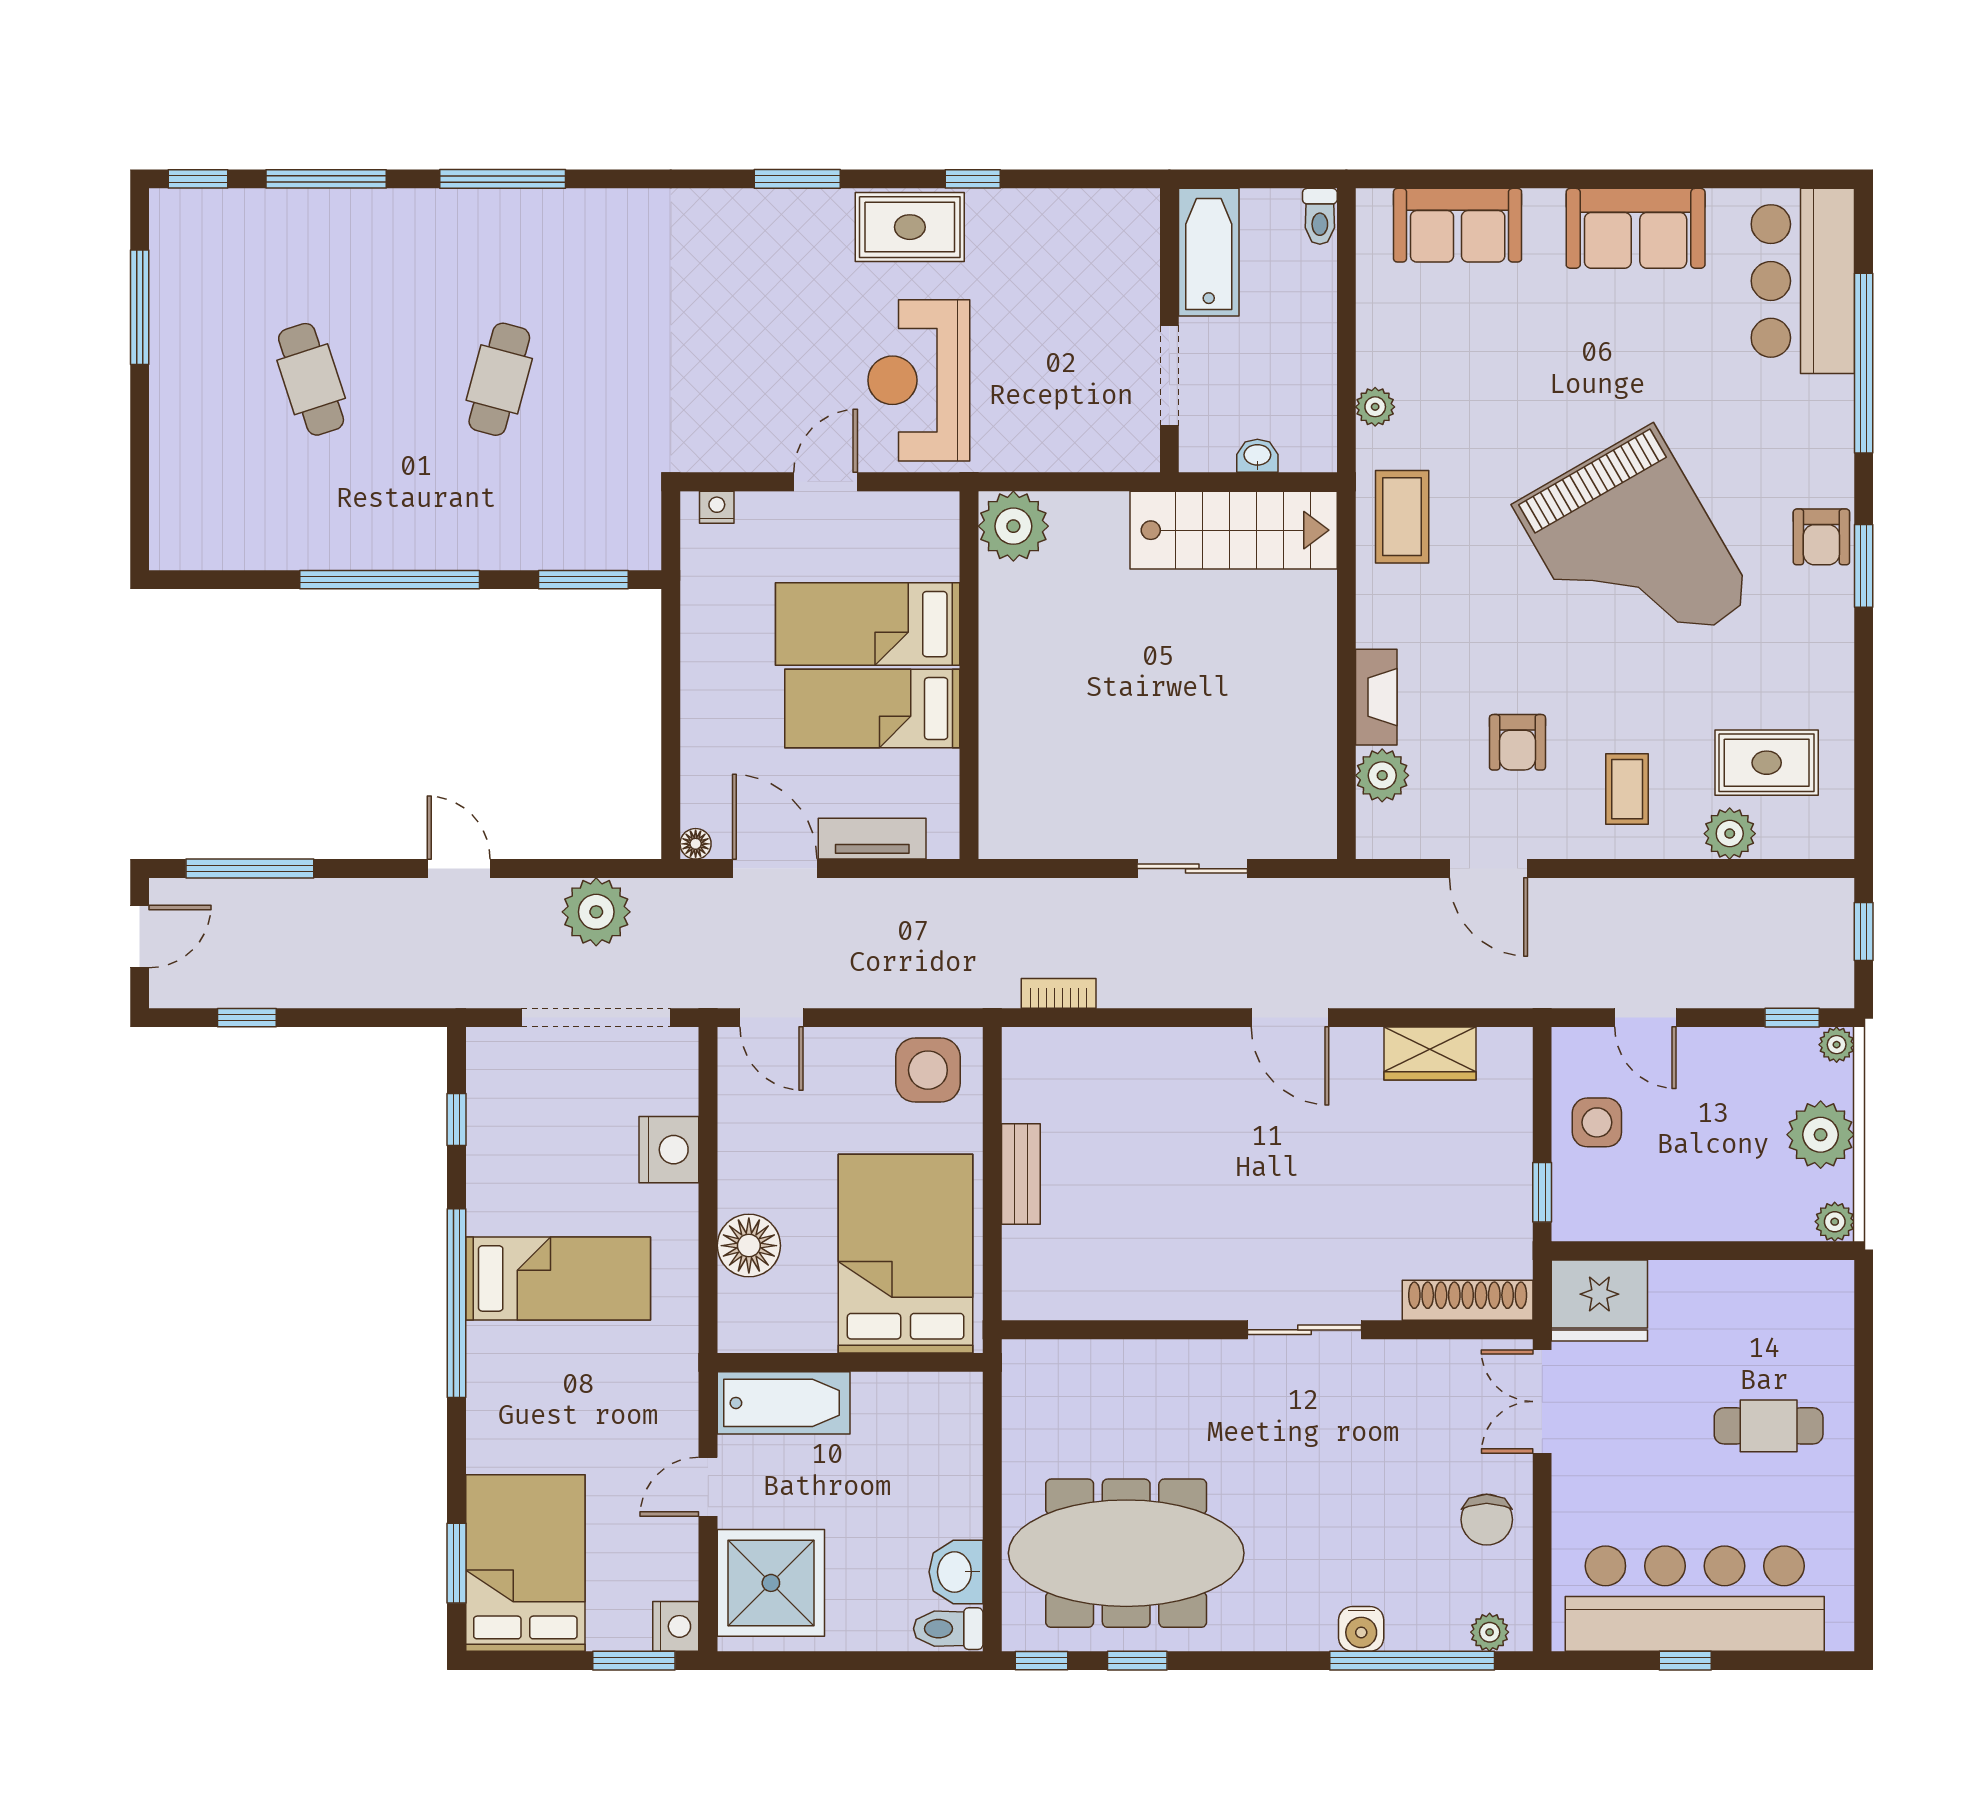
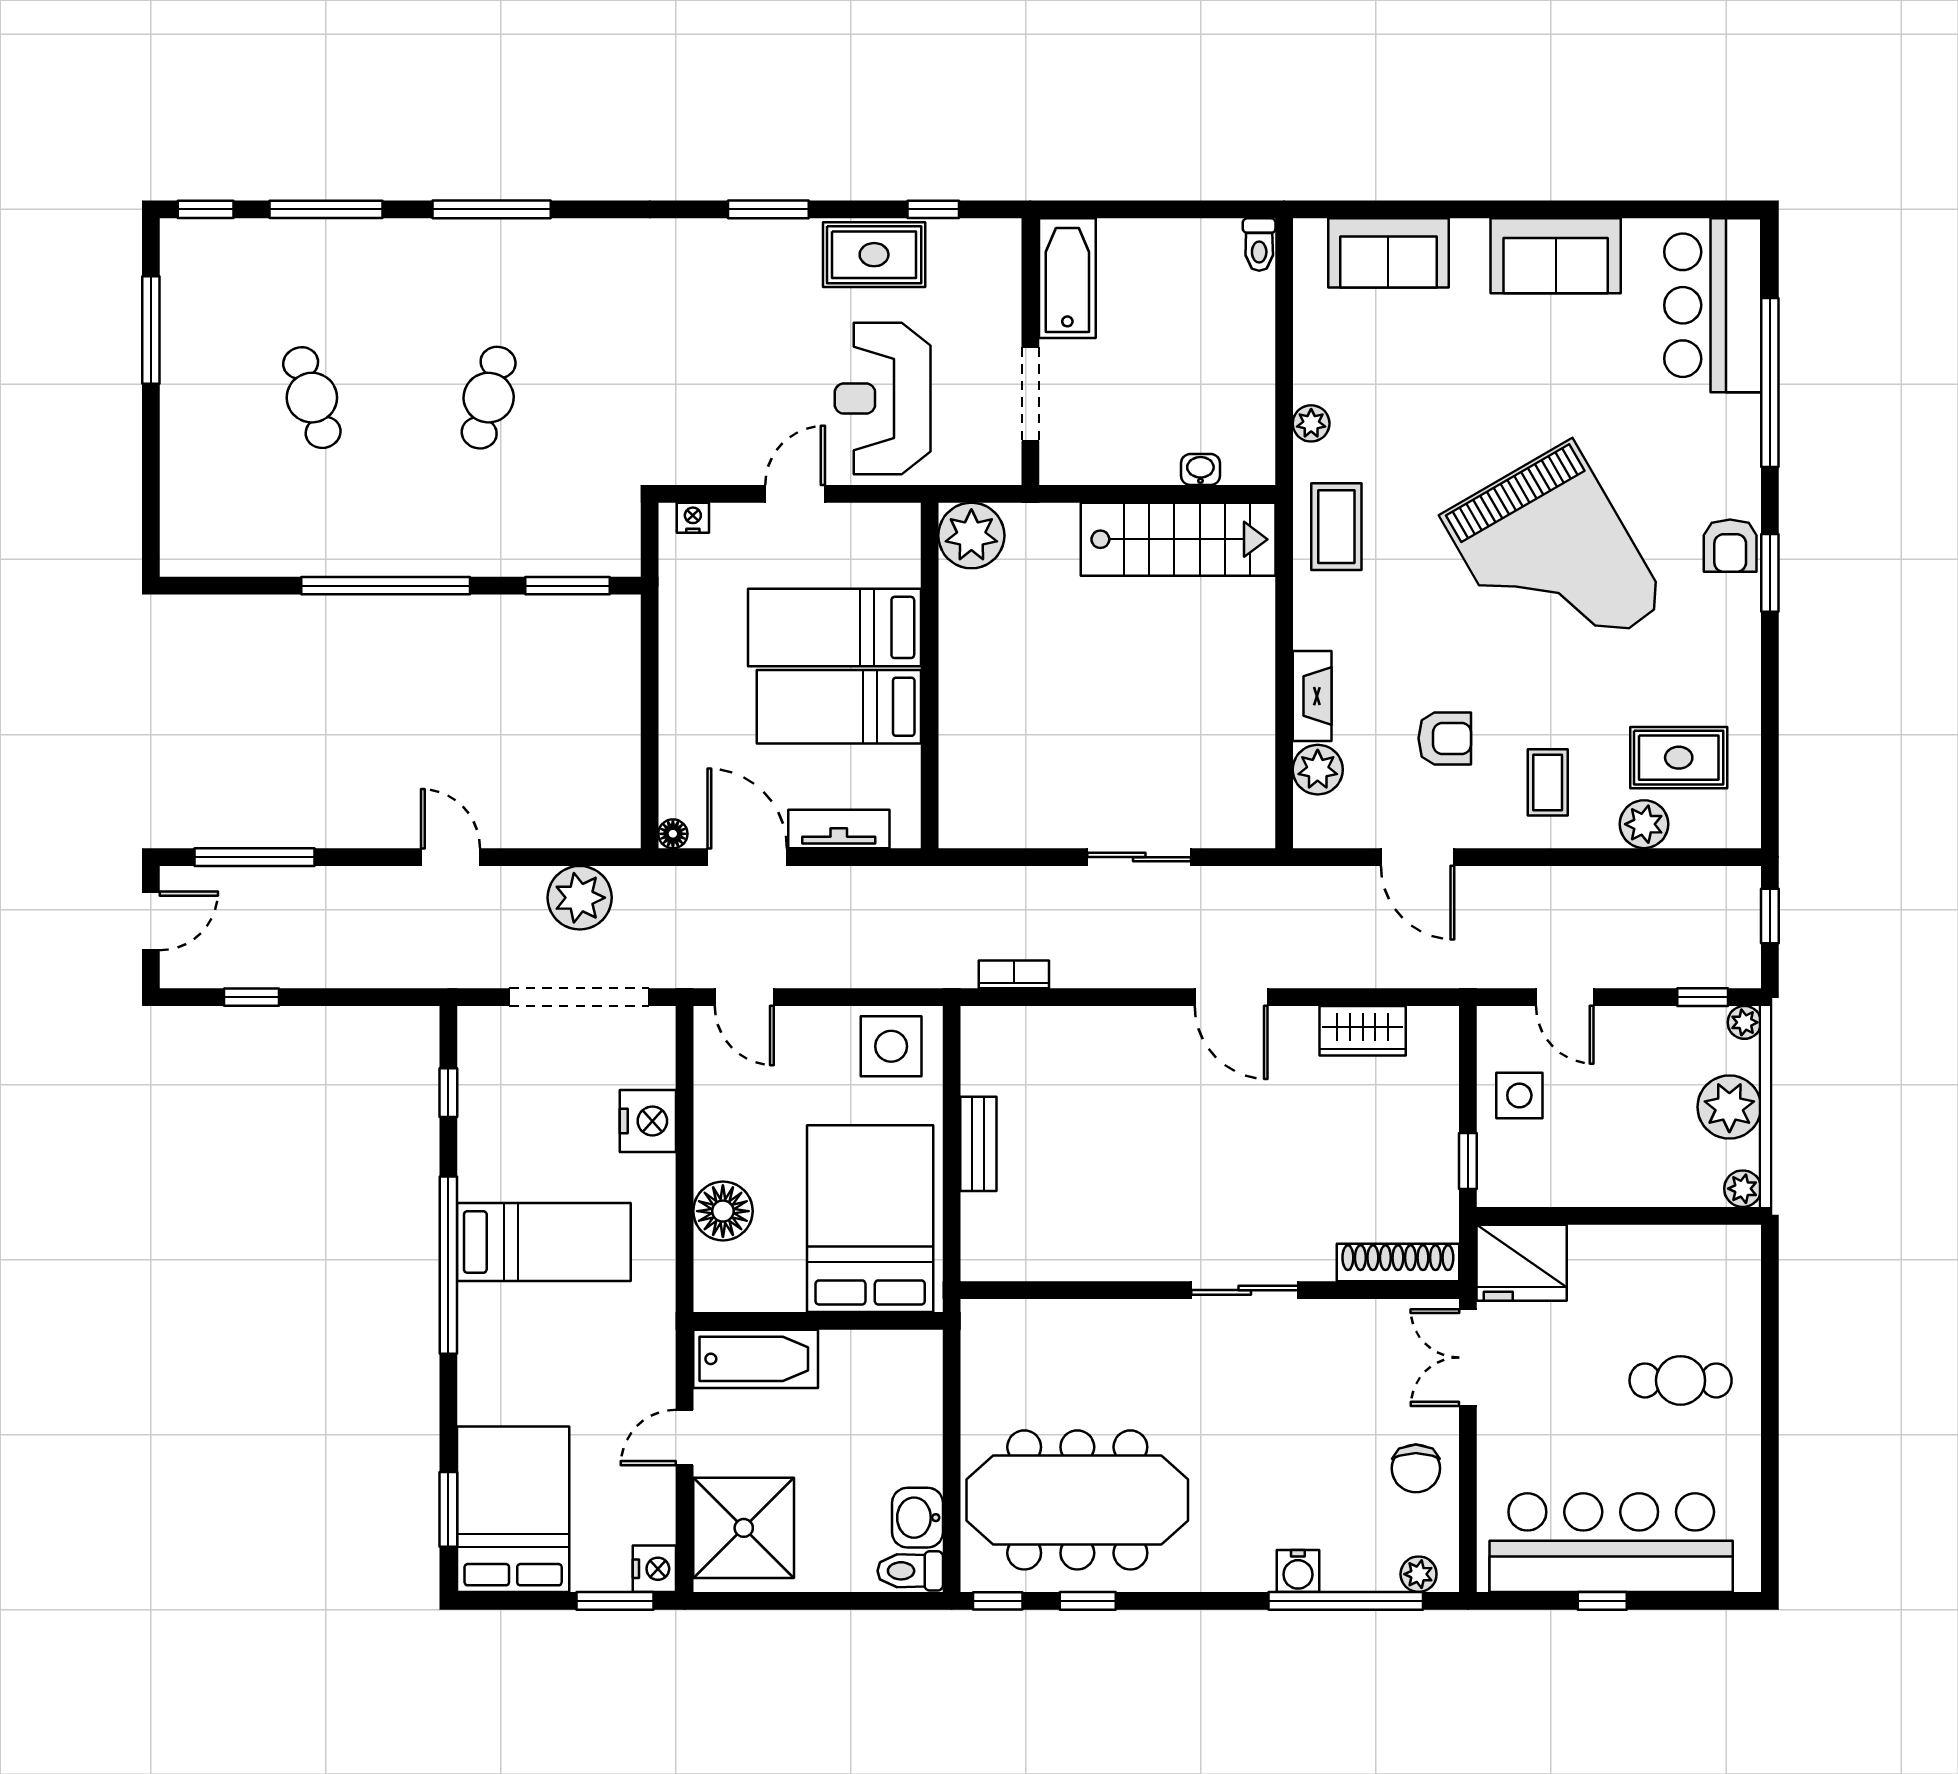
bathtub: (1209, 252) -> (1067, 278), moved
wall: (1169, 330) -> (1030, 352), moved
doorway: (1169, 376) -> (1030, 394), moved
armchair: (1517, 742) -> (1445, 738), turned -90

